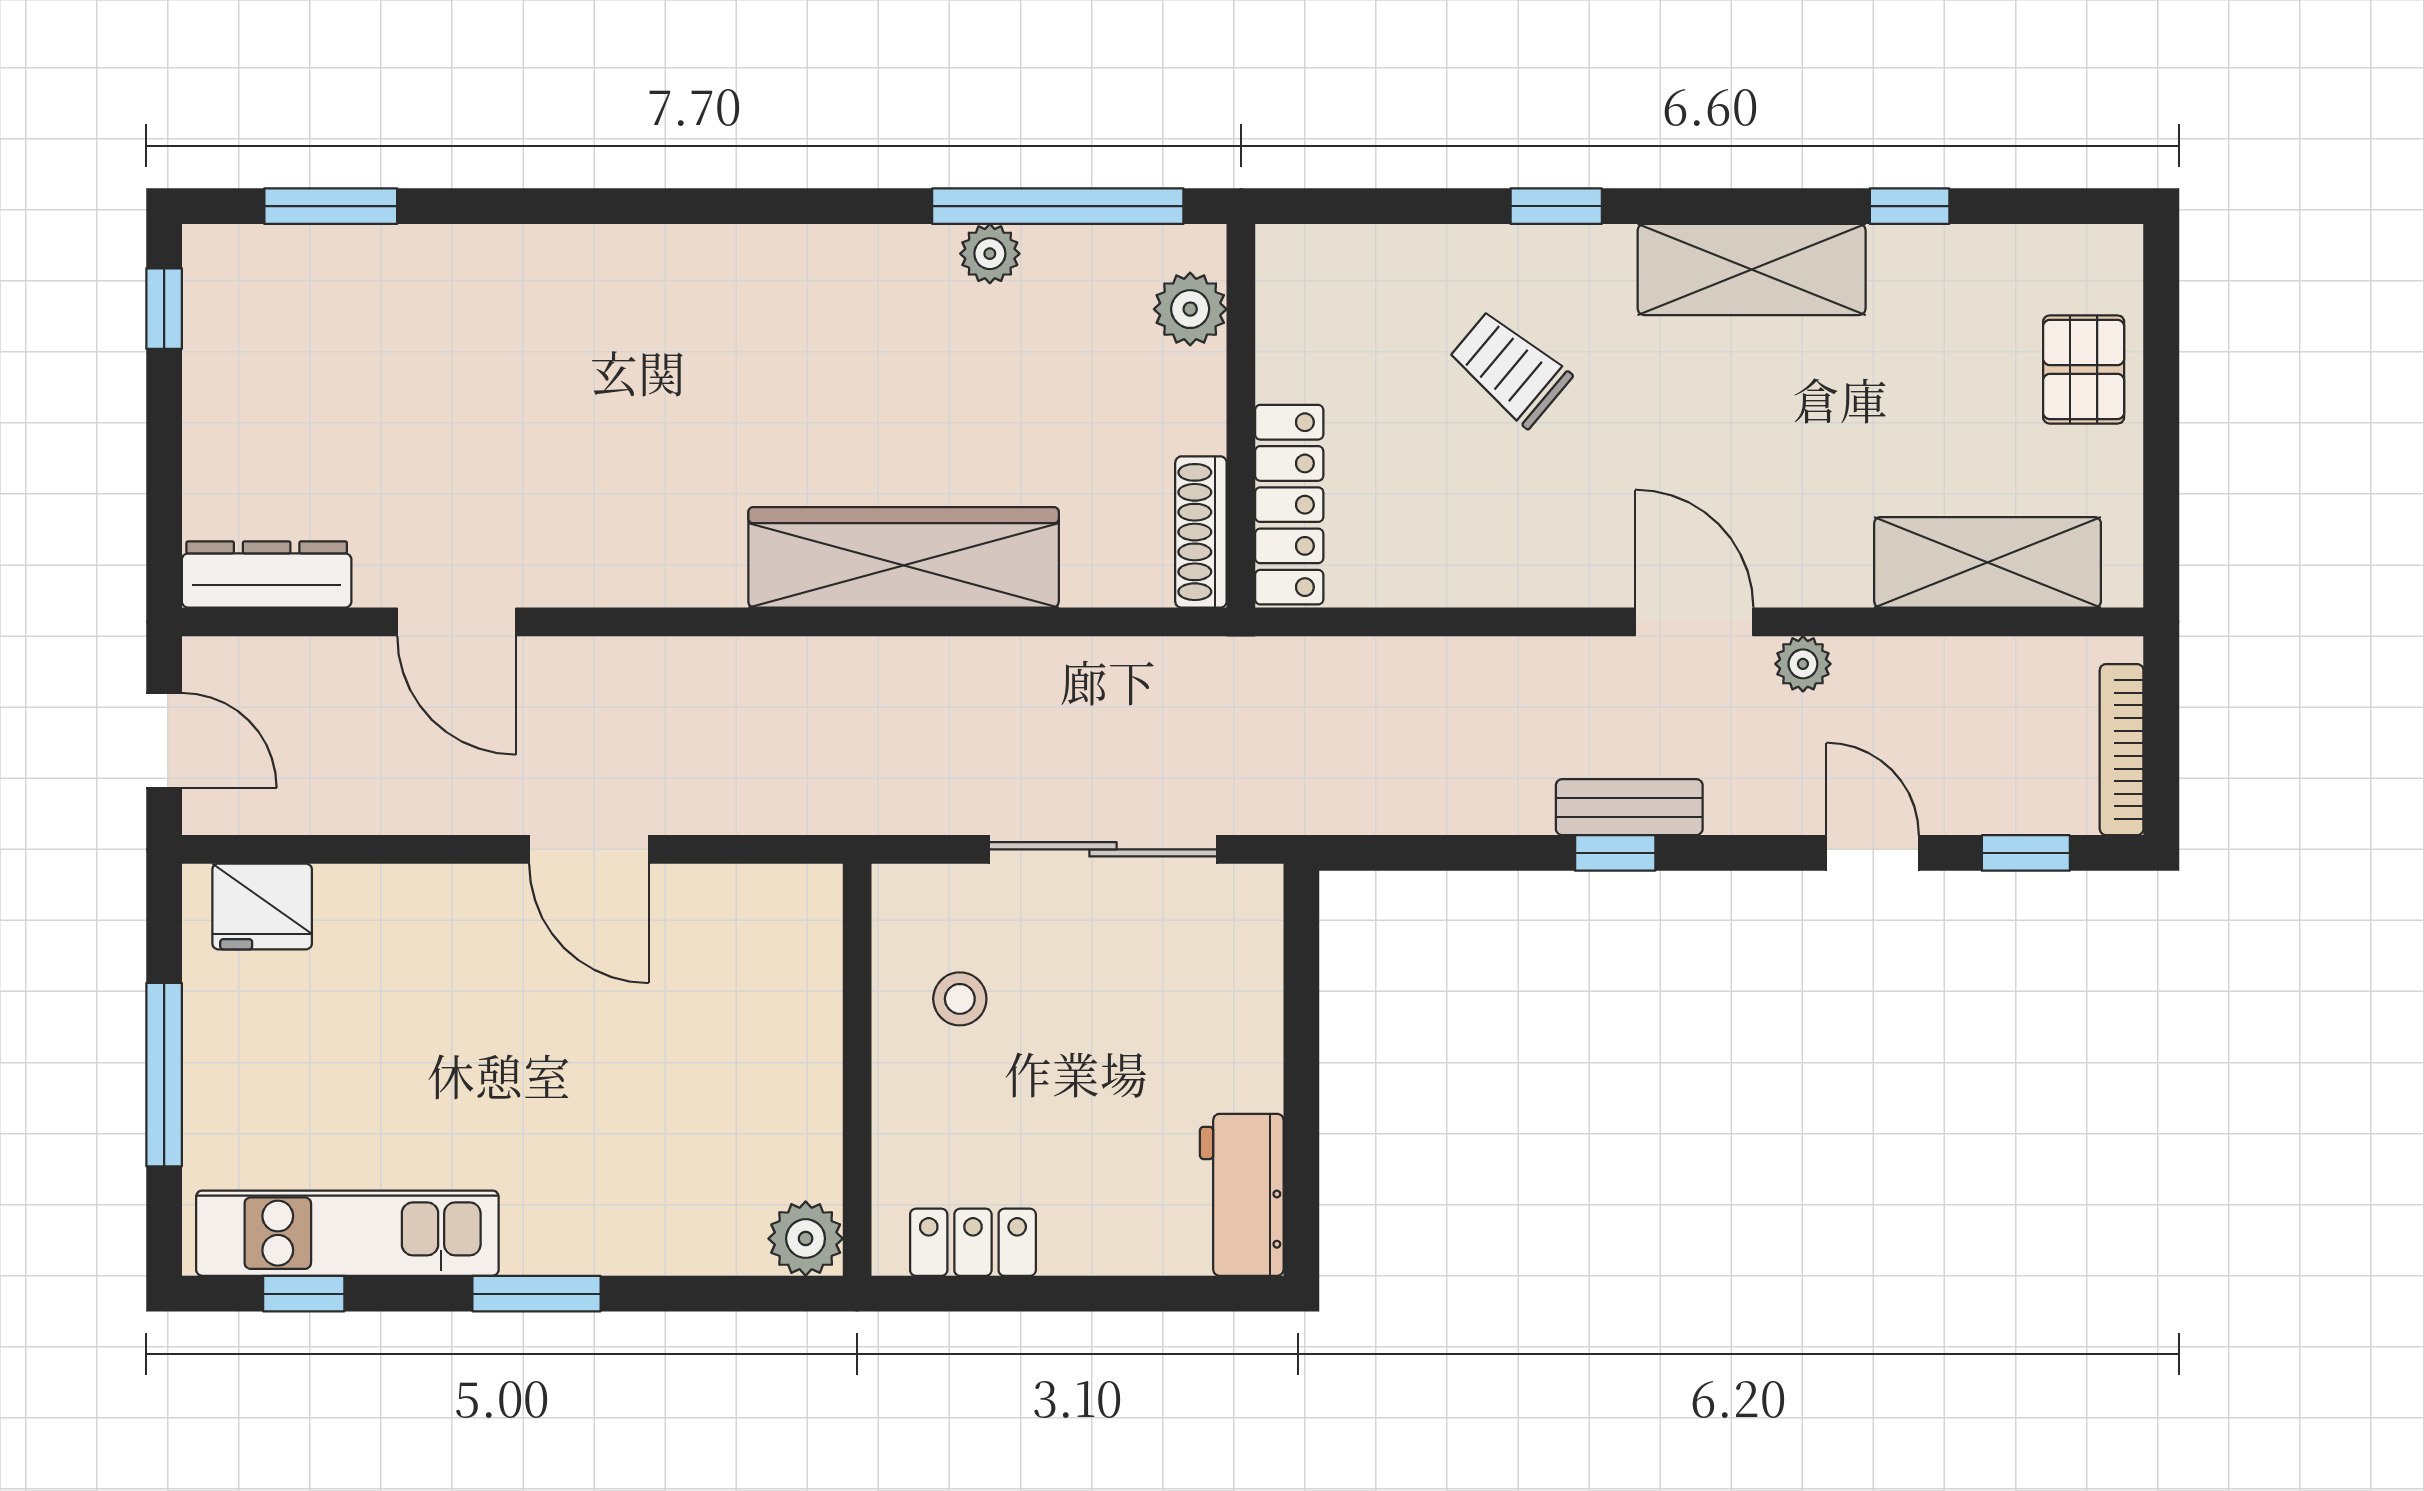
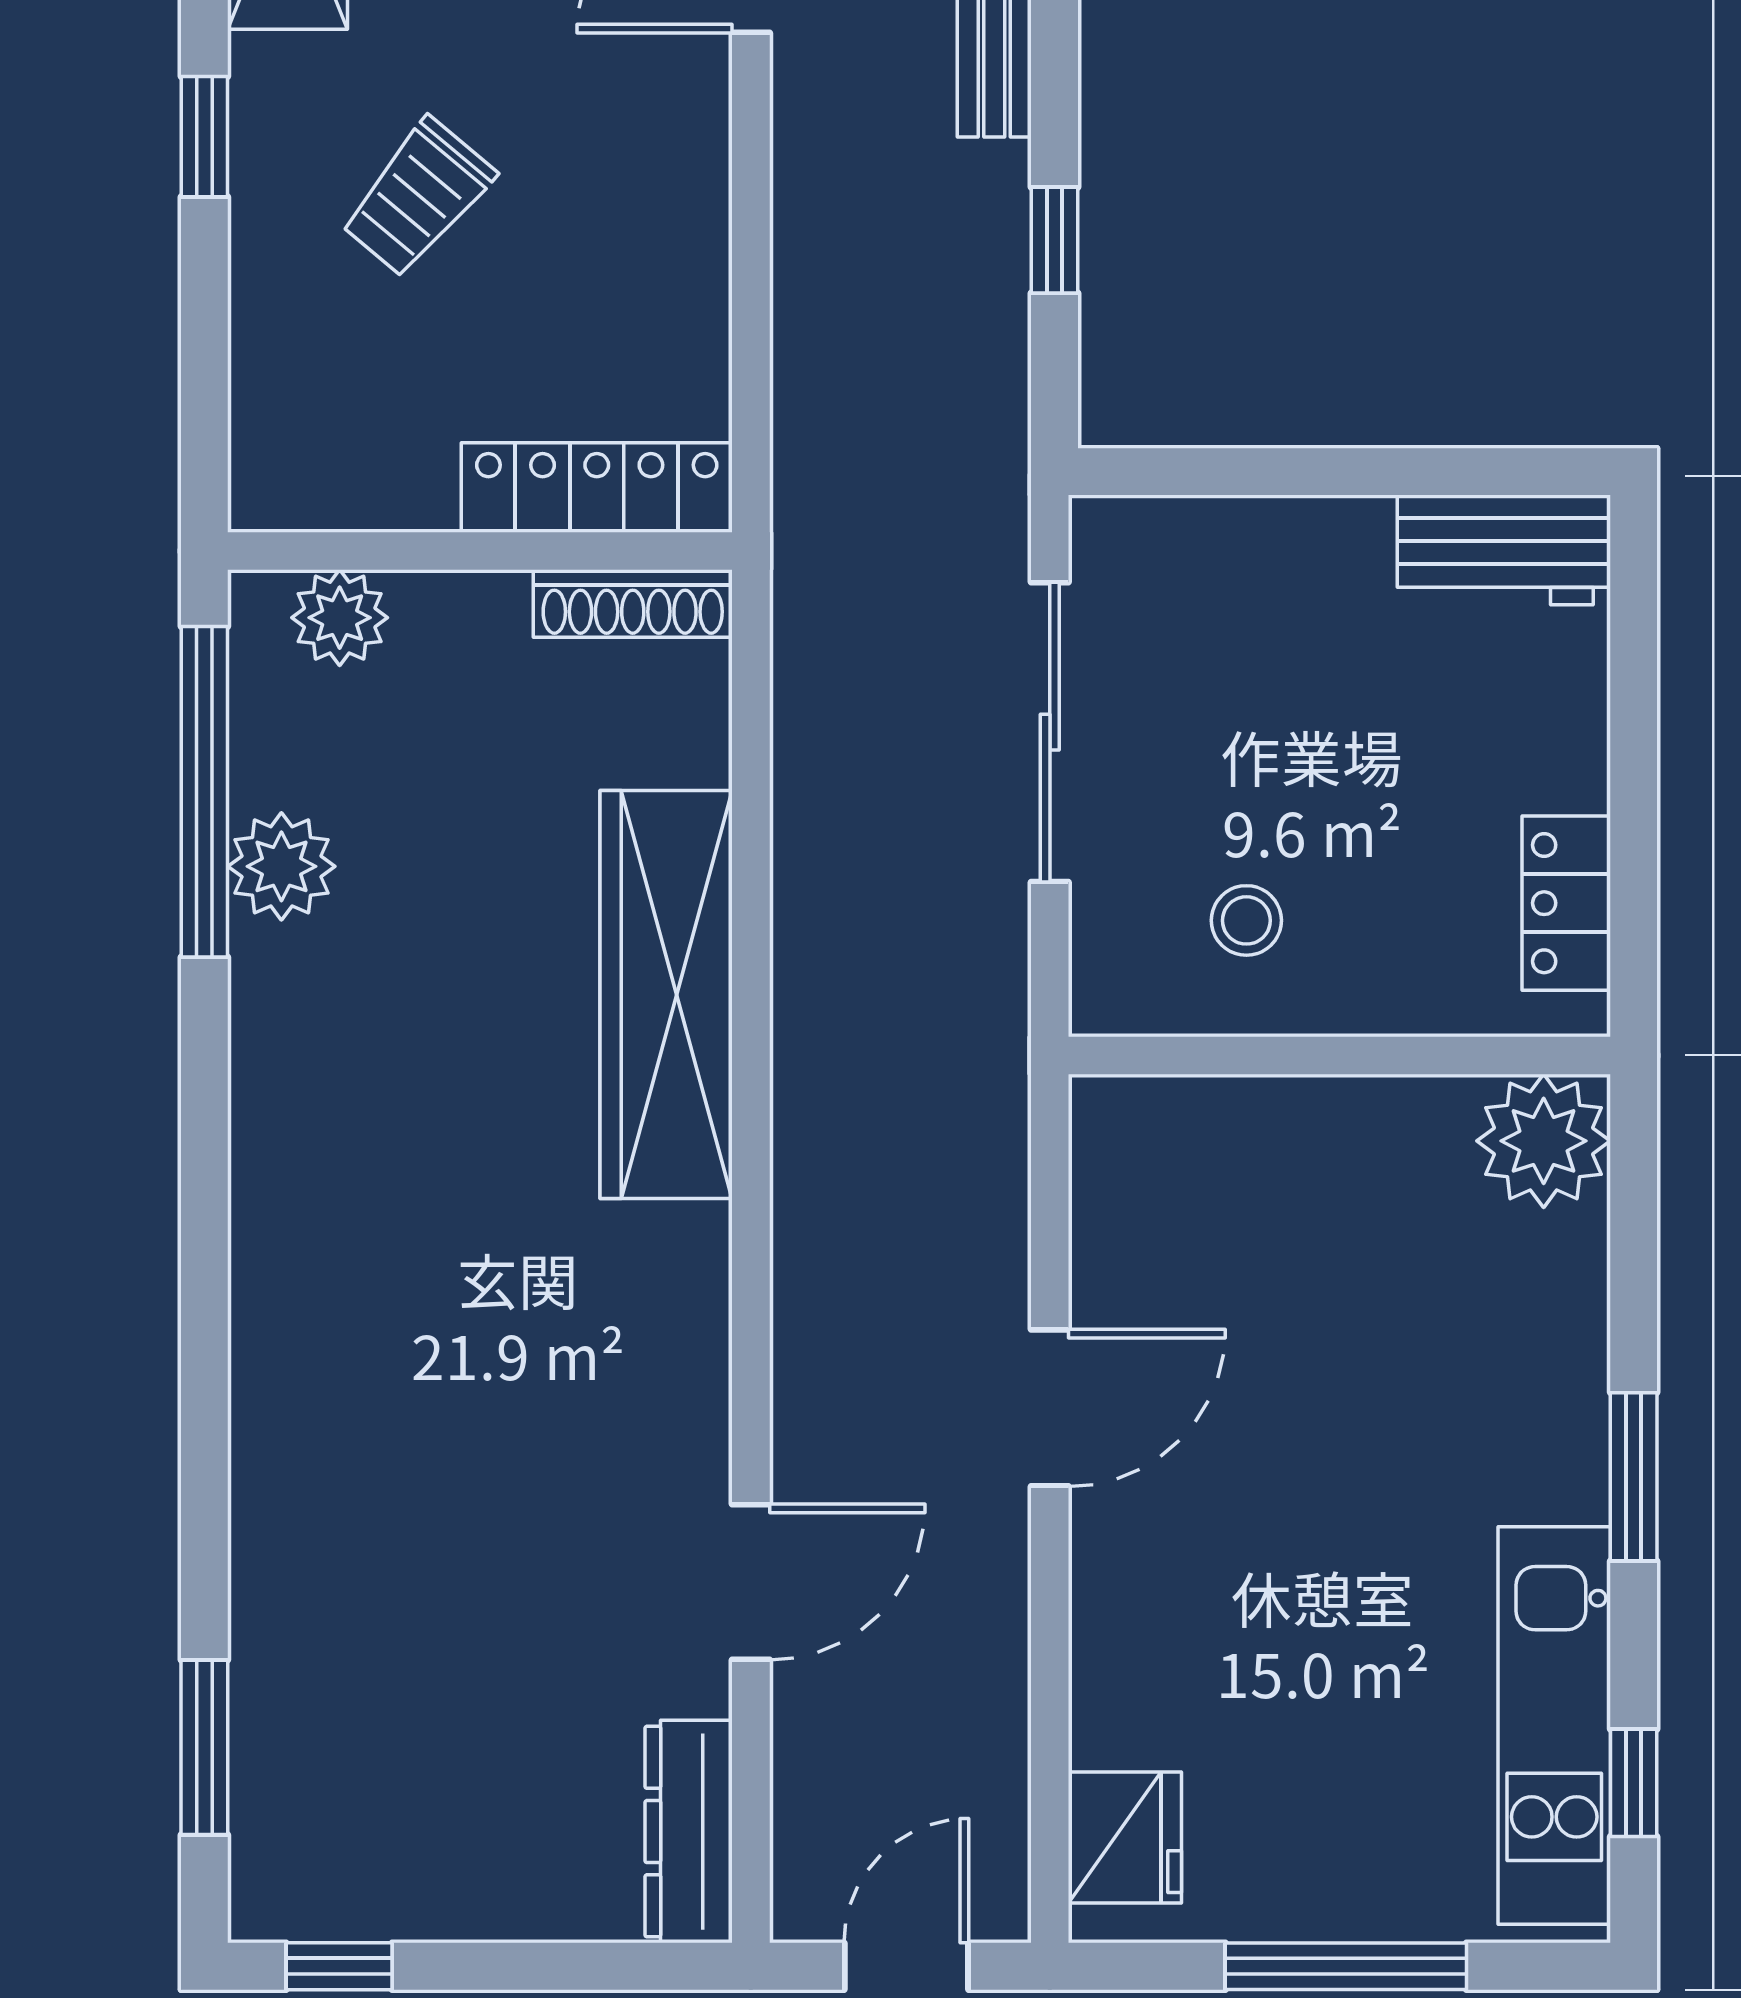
plant: (990, 254) -> (281, 866), width x1.38, depth x1.38
window: (1615, 853) -> (1054, 240), moved
plant: (806, 1239) -> (1544, 1141), width x1.36, depth x1.36

